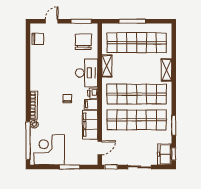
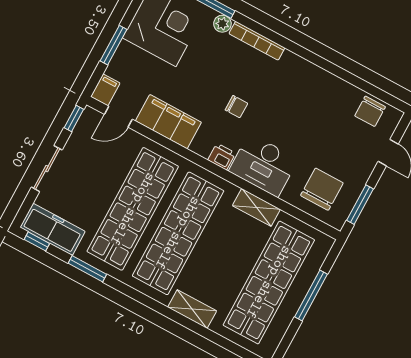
chair: (83, 42) -> (322, 189), turned -90
filing cabinet: (91, 104) -> (105, 90), moved
door: (100, 148) -> (118, 117), hinge flipped
freezer: (165, 154) -> (53, 229), width x1.40

